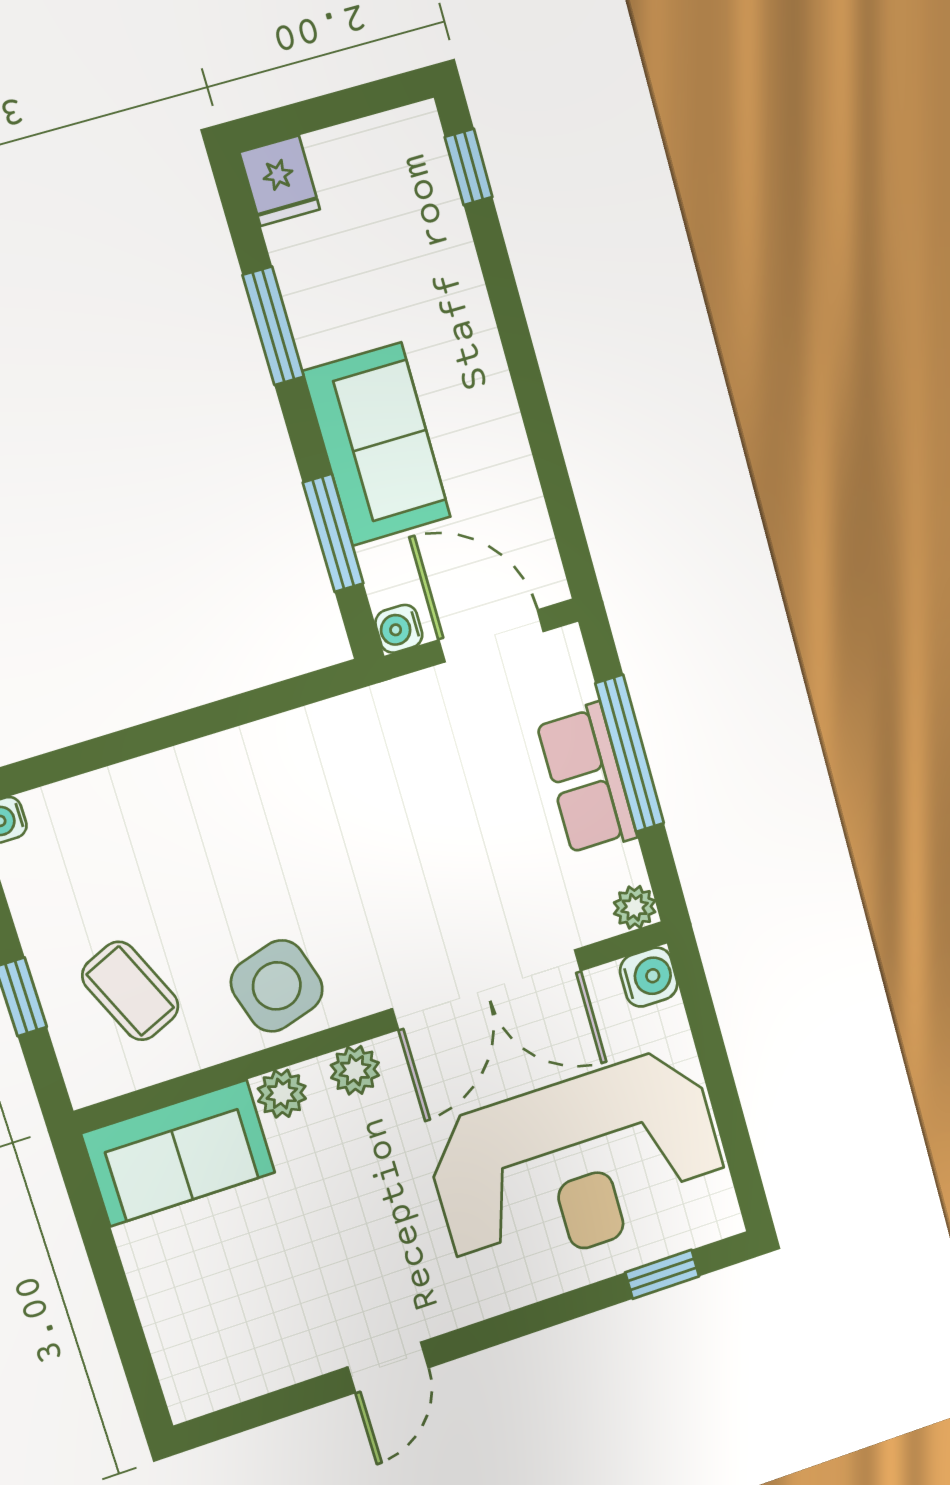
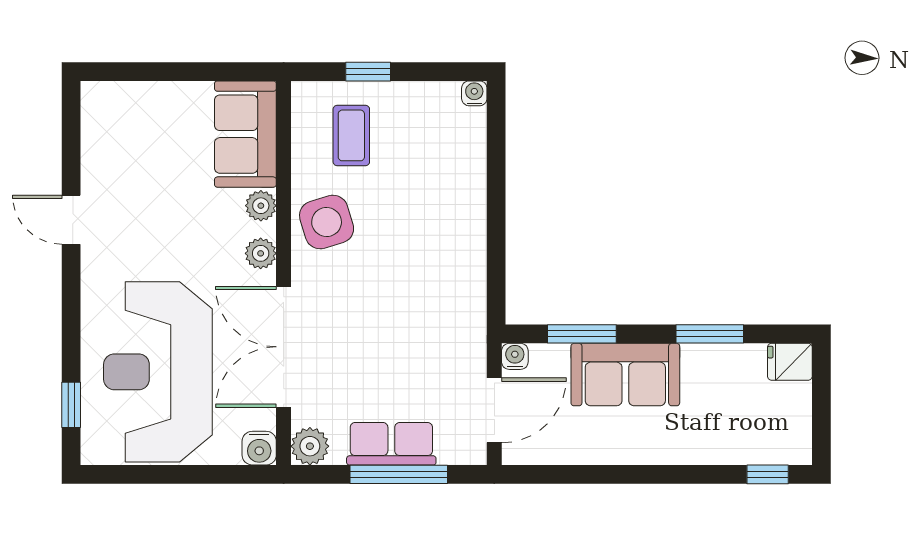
plant: (635, 907) -> (310, 446), width x1.38, depth x1.38
coffee table: (130, 991) -> (351, 135), turned -66

